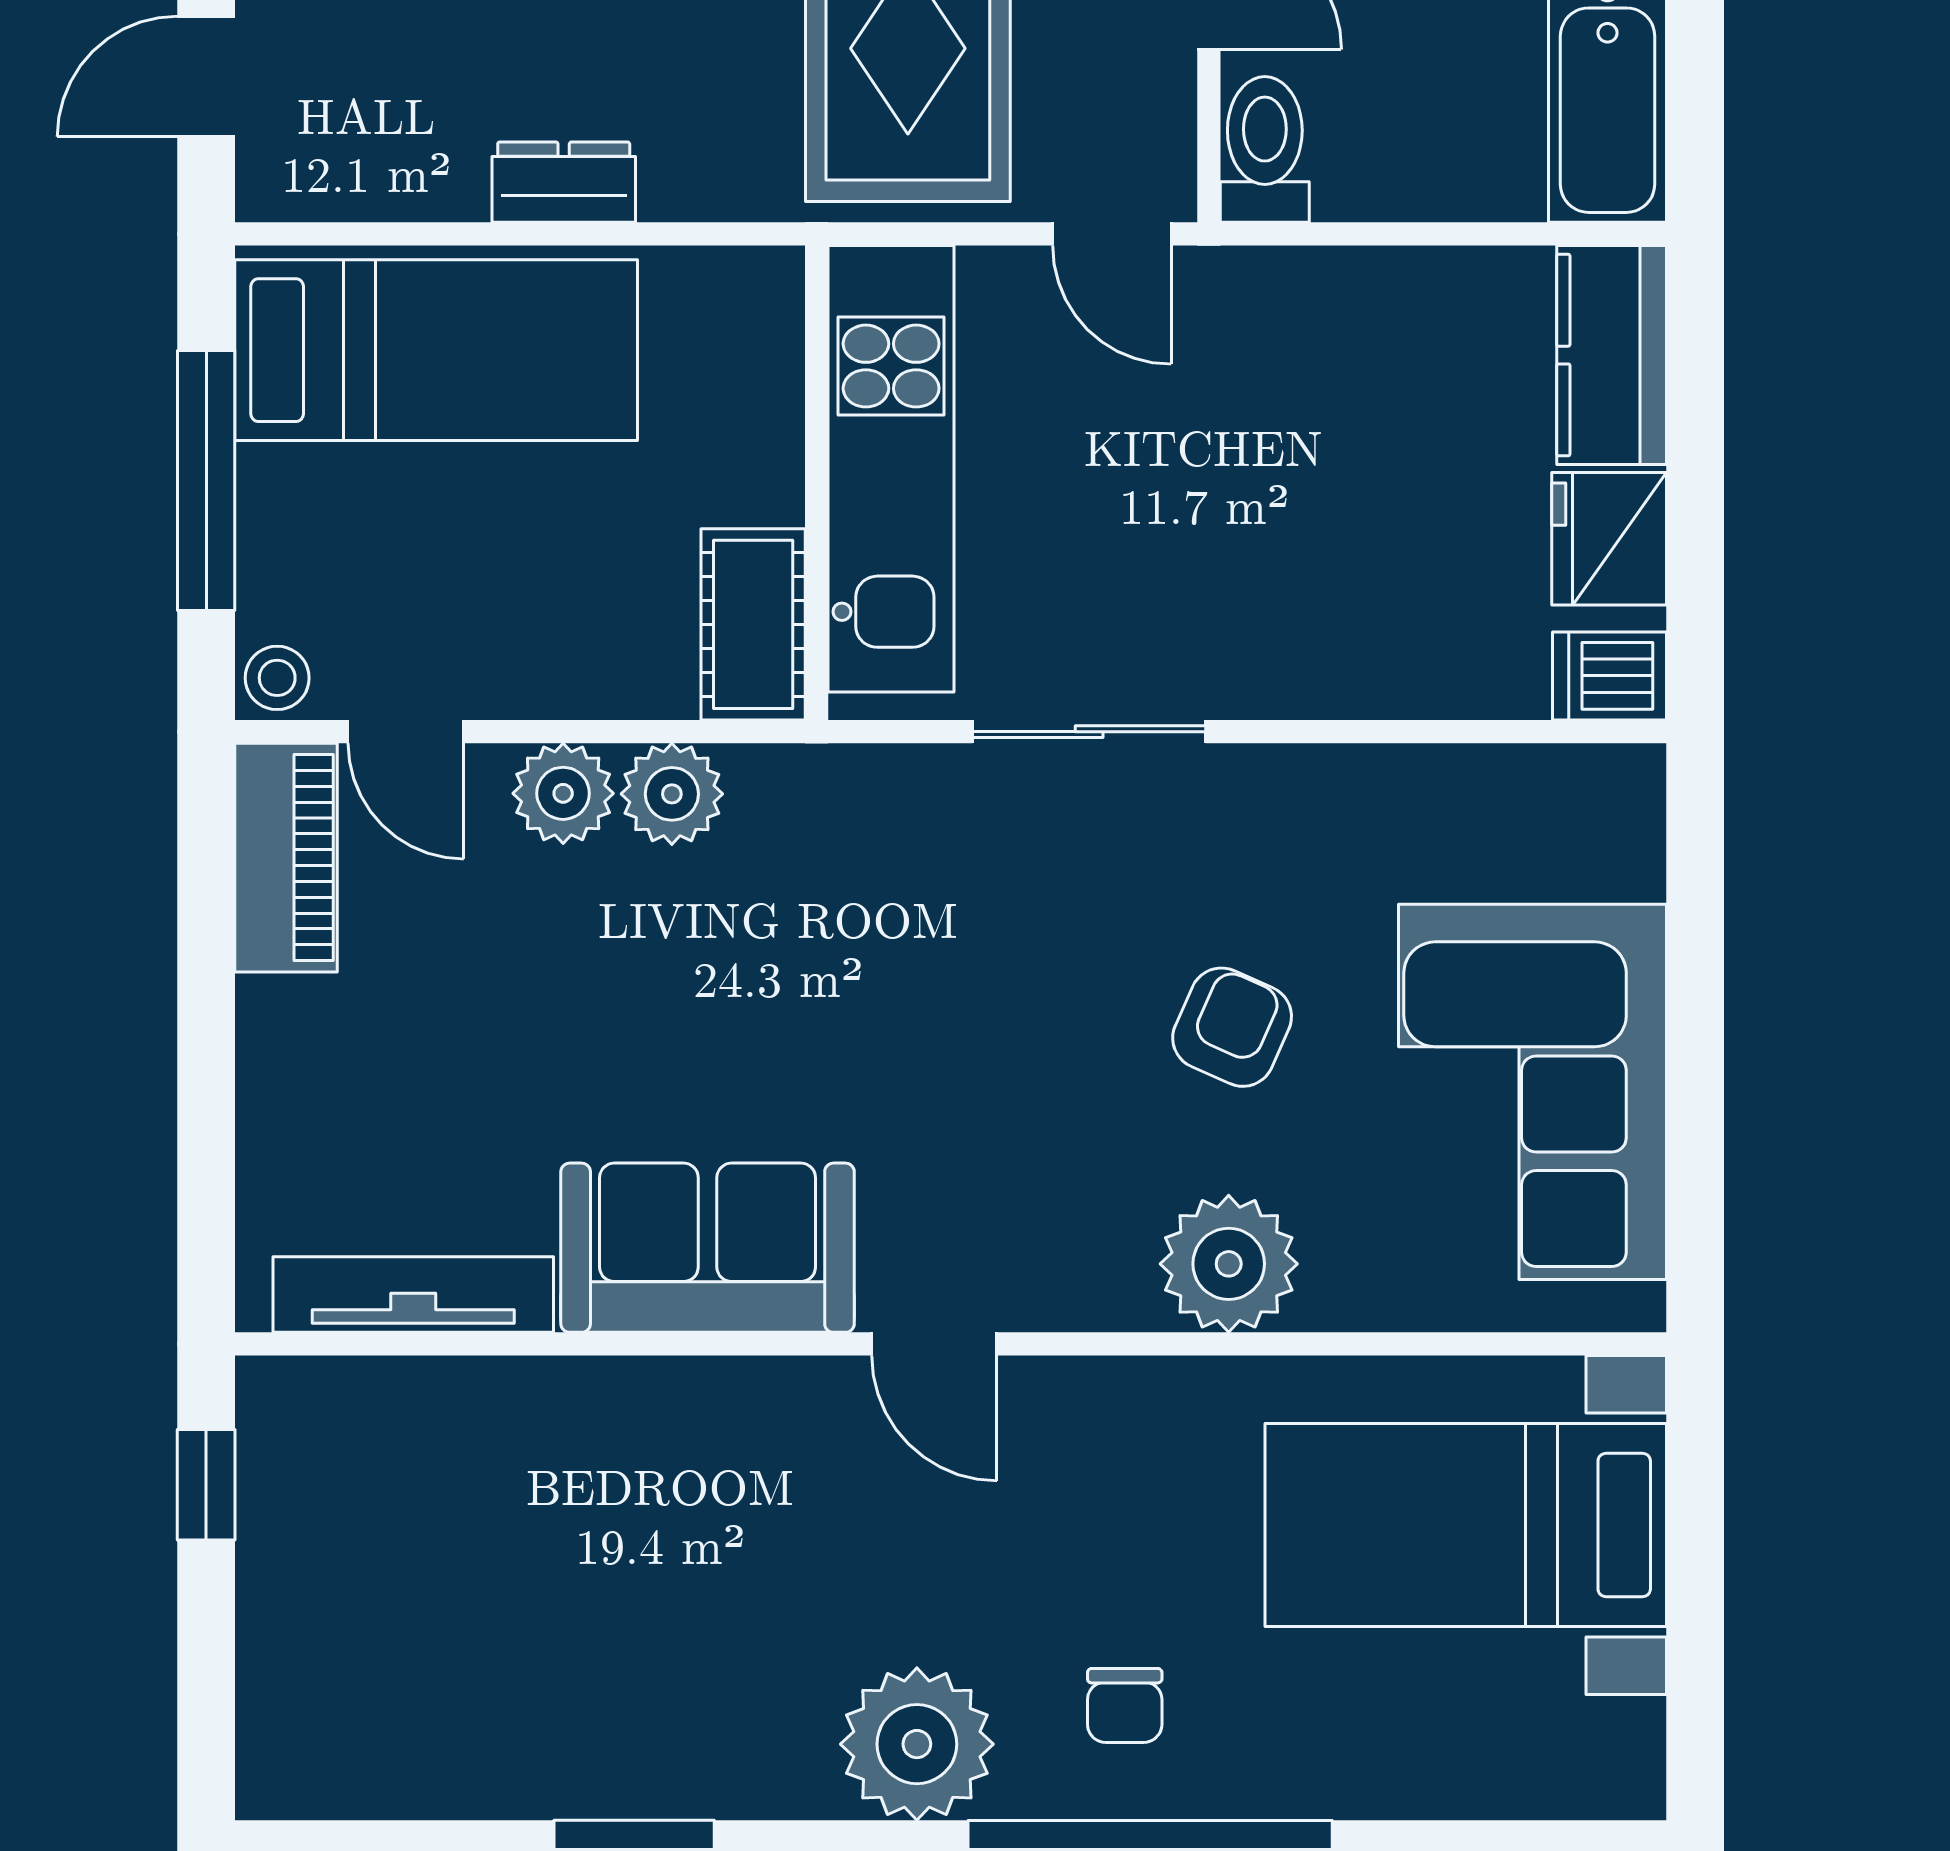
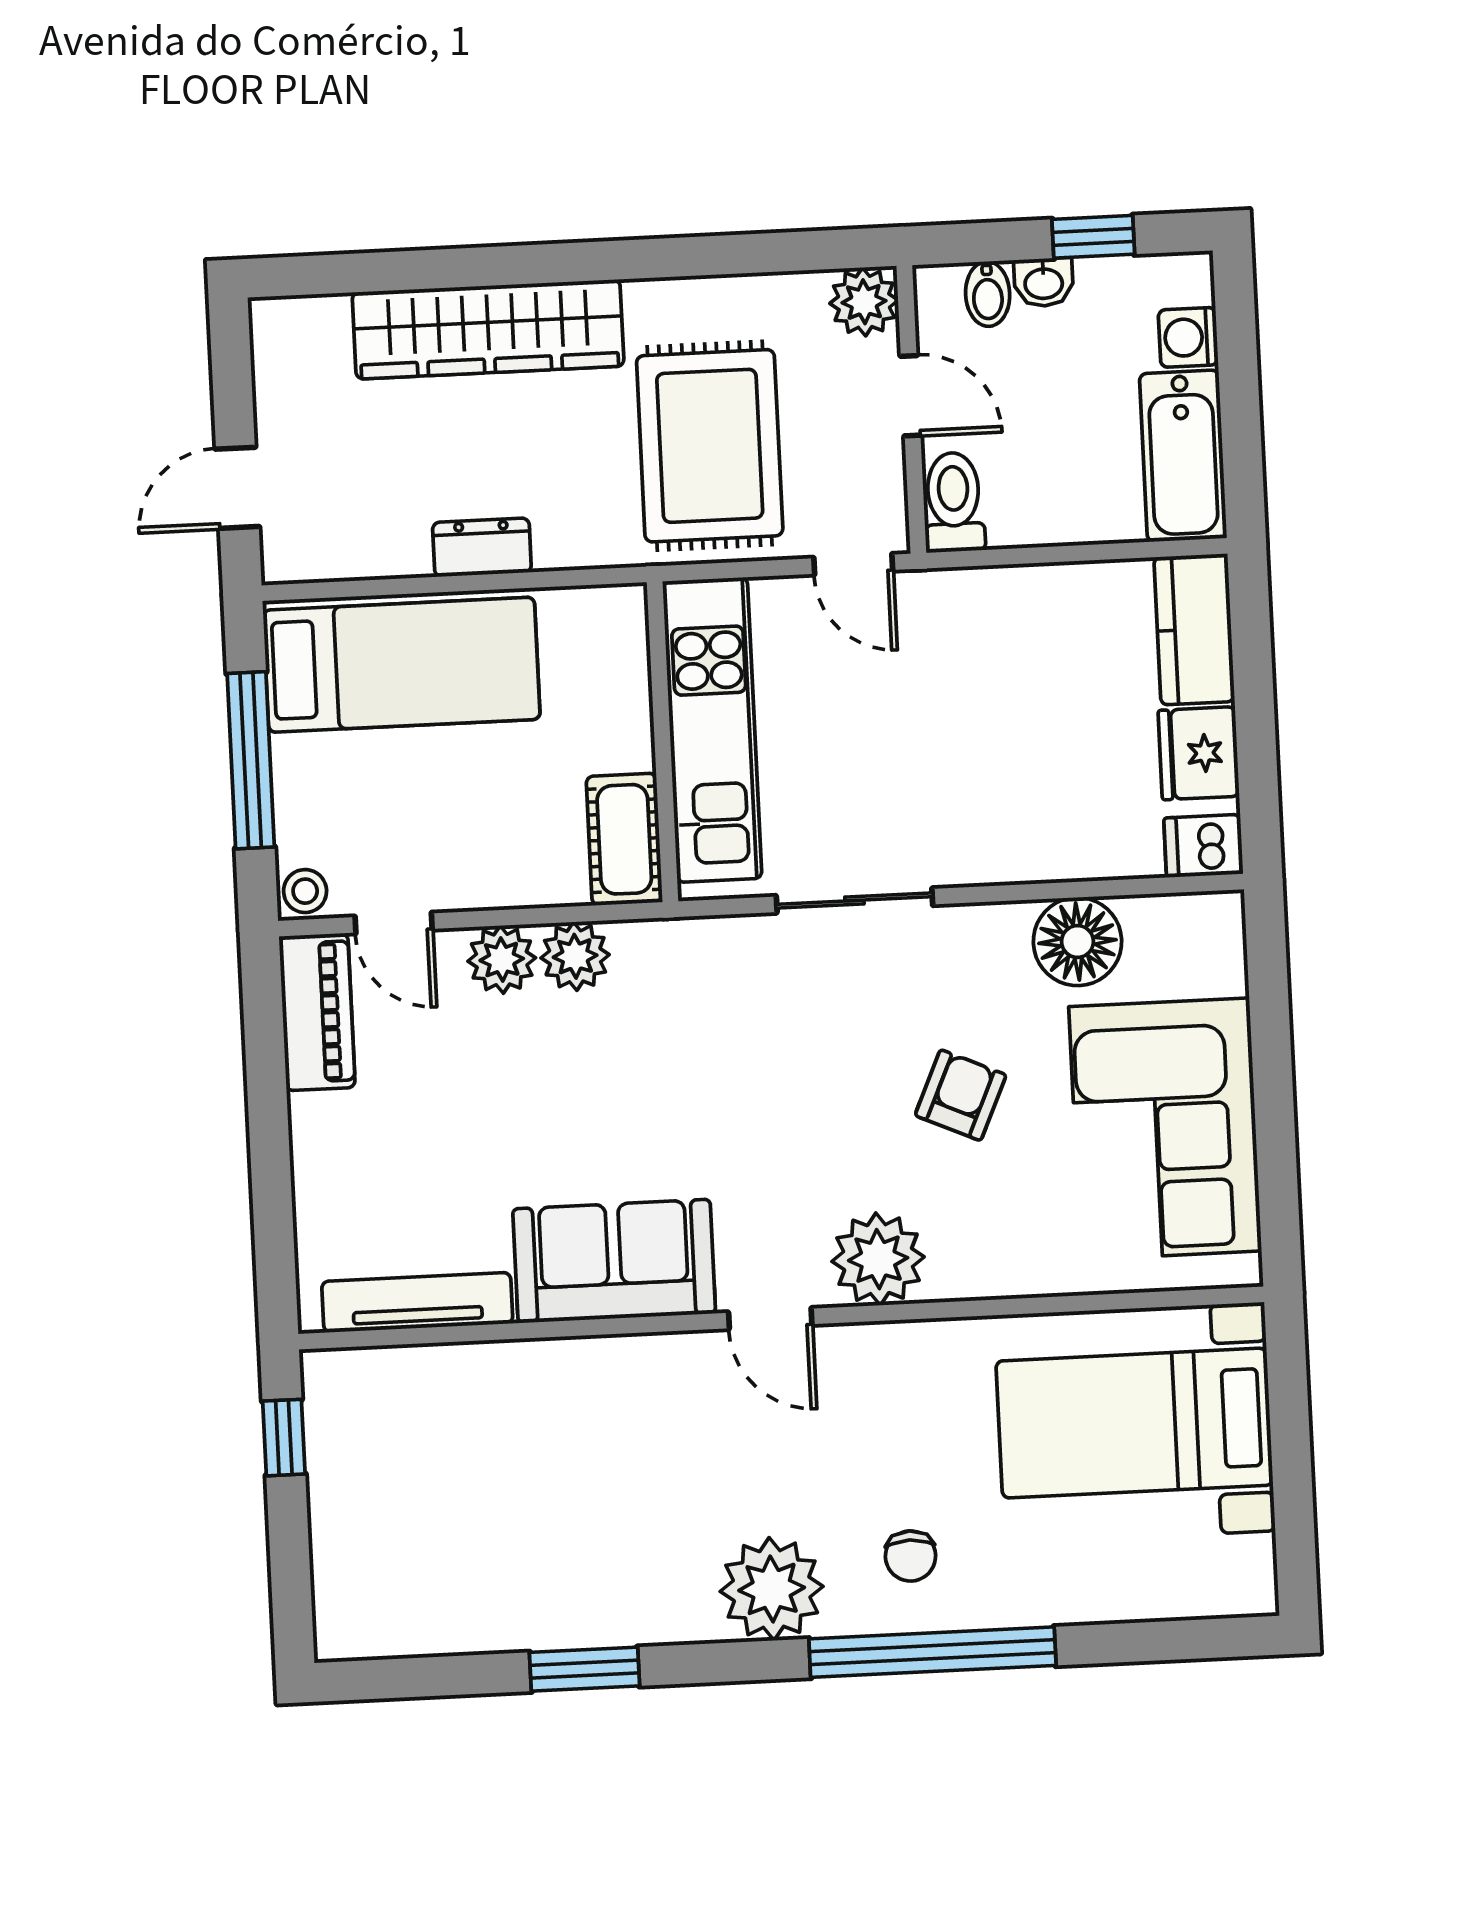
floor lamp: (1416, 808) -> (1077, 942), added
plant: (1229, 1264) -> (878, 1259), moved

